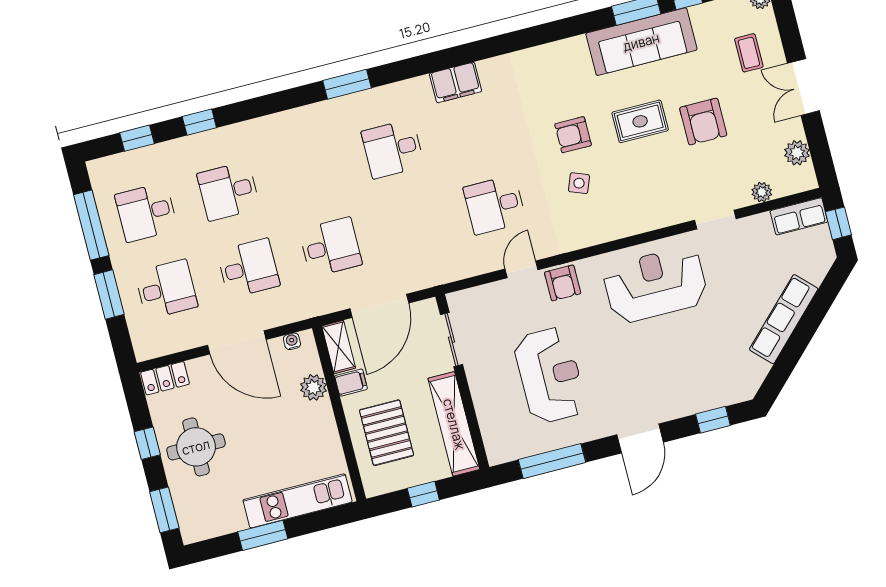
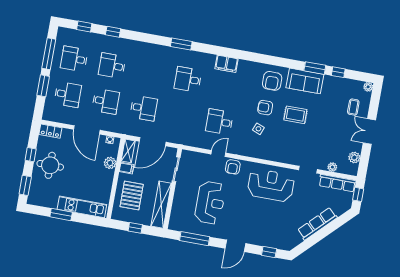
sofa: (641, 42) -> (305, 81), width x0.73
armchair: (703, 122) -> (272, 81), moved
row of seats: (799, 216) -> (337, 183), width x1.48

